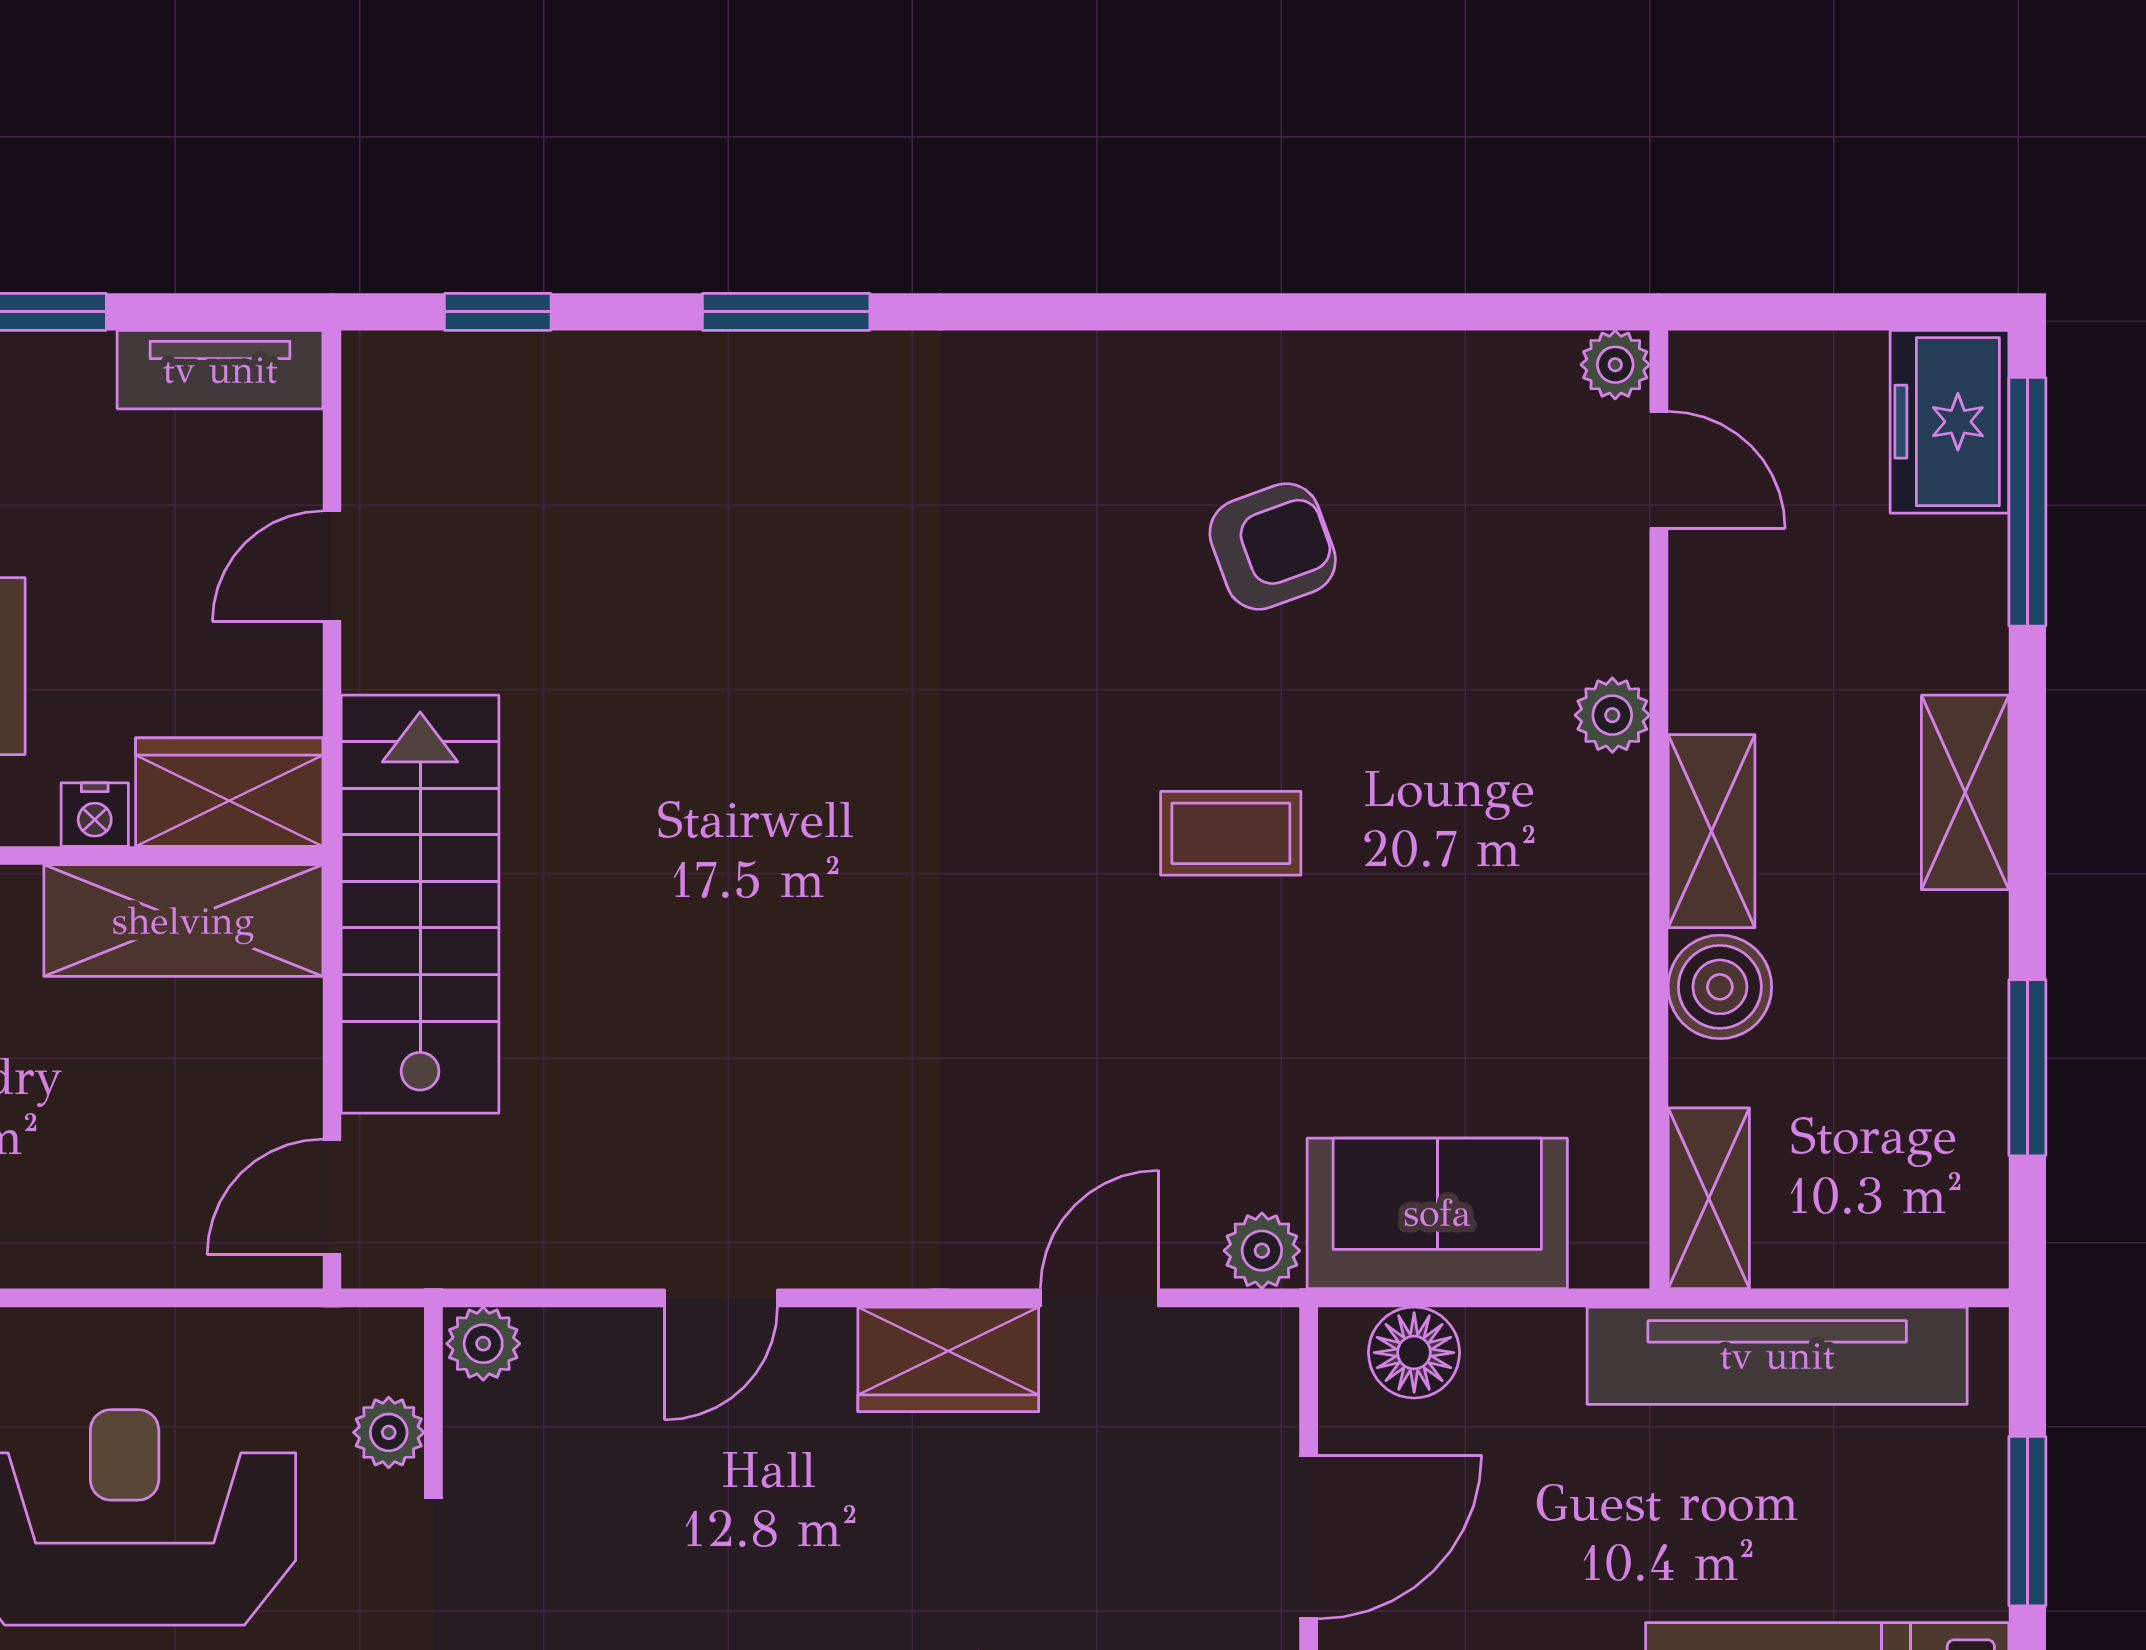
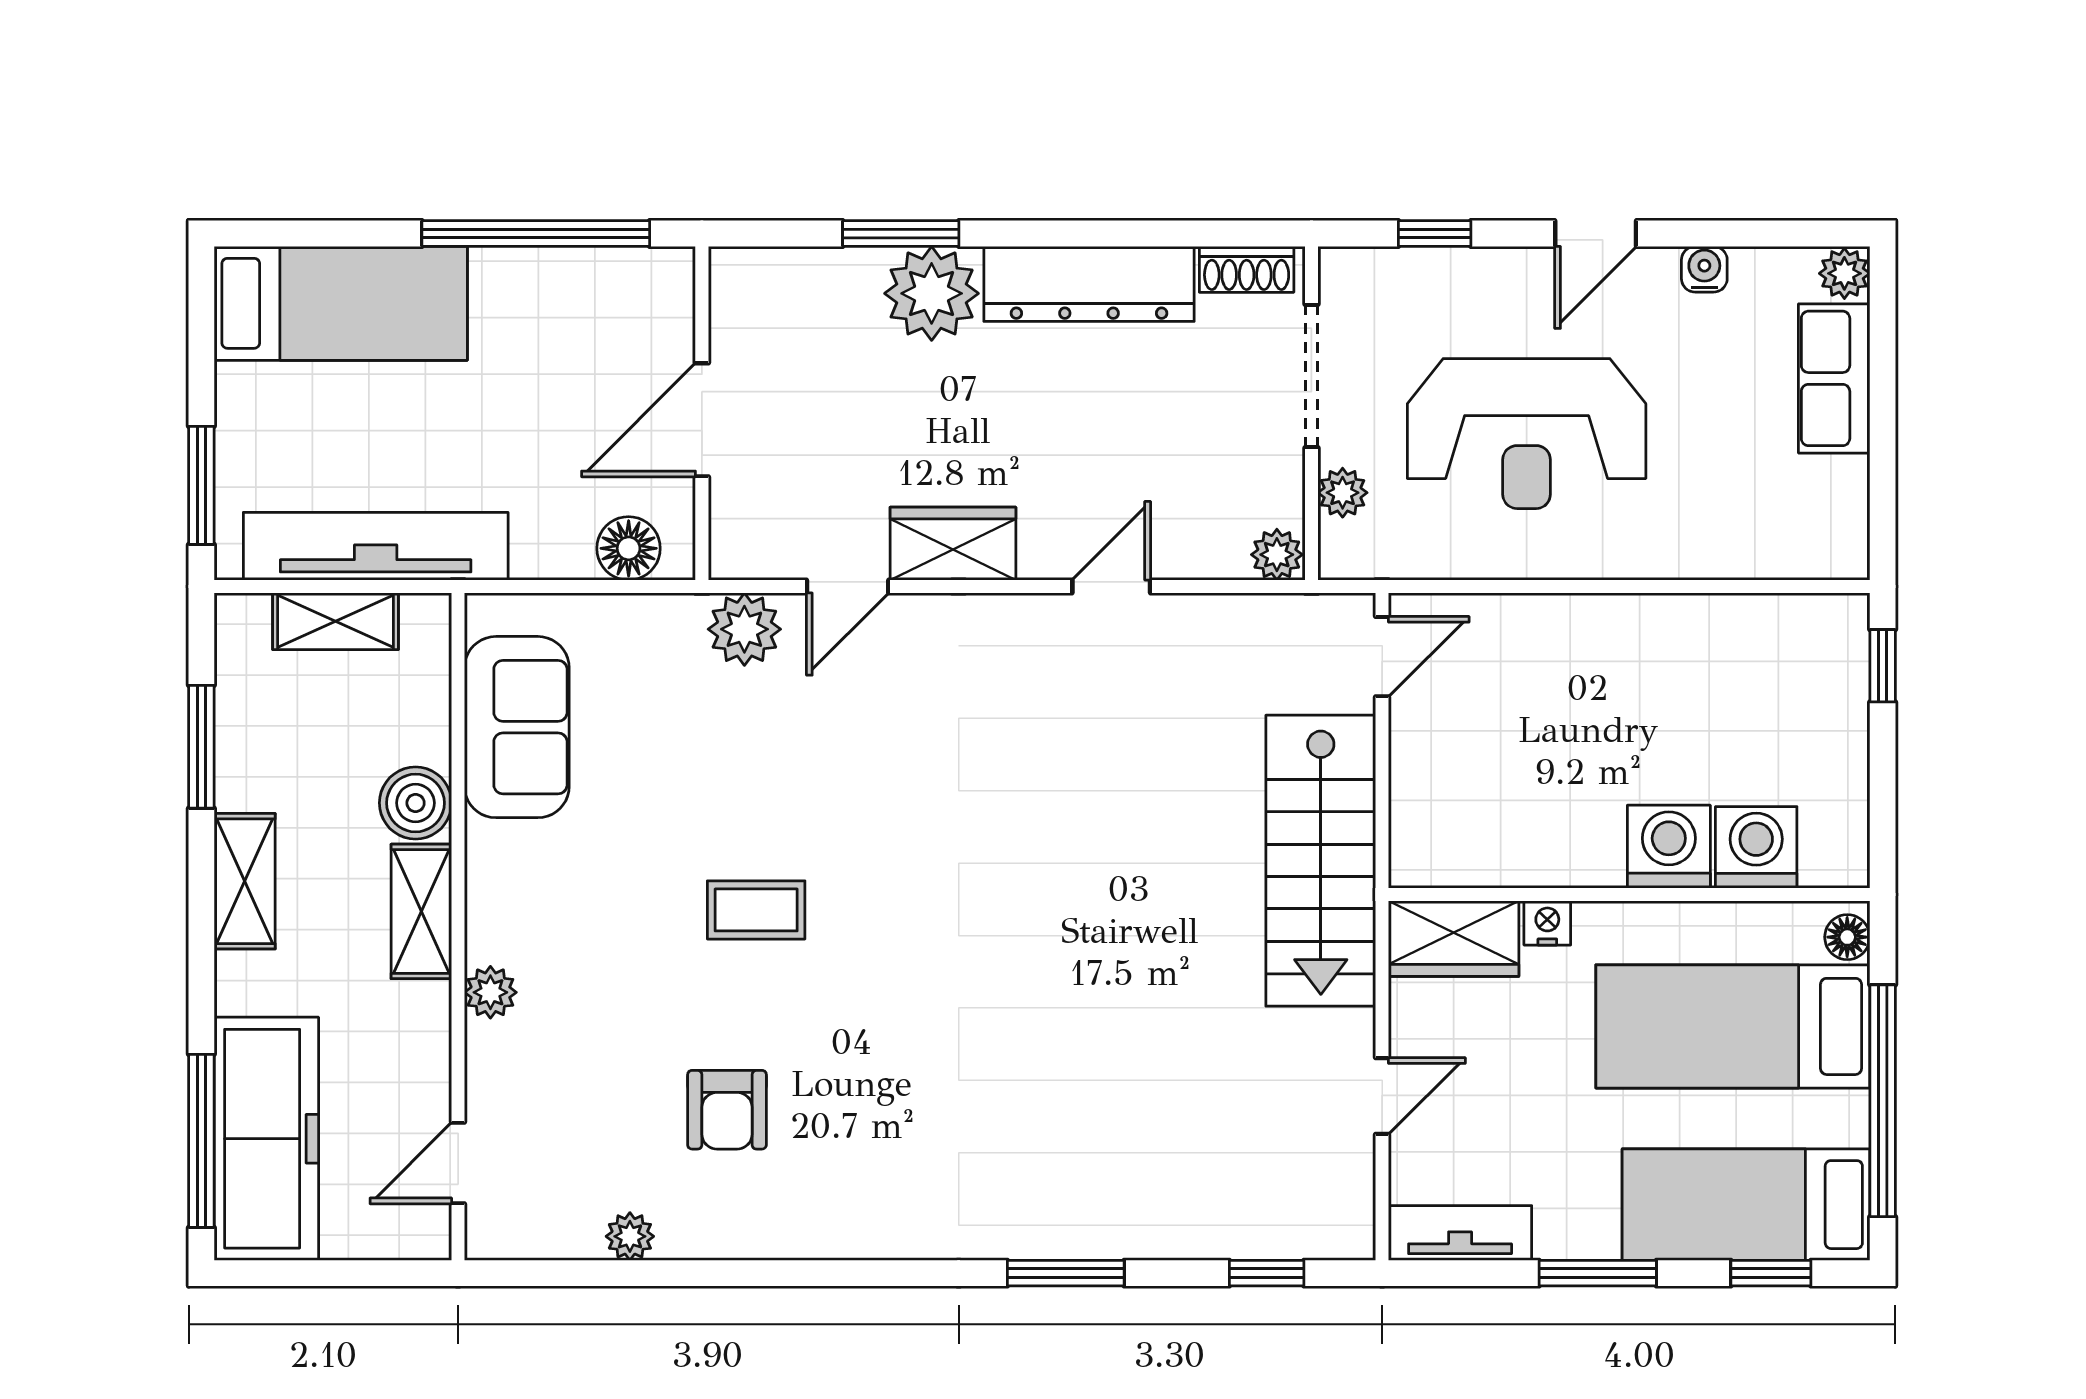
plant: (1615, 365) -> (630, 1236), moved
freezer: (1950, 422) -> (266, 1139), width x1.91, depth x1.26
door: (1659, 470) -> (458, 1163), hinge flipped
armchair: (1273, 546) -> (727, 1110), turned -70
shelving: (1965, 792) -> (245, 881), moved
shelving: (183, 921) -> (1486, 849), removed
shelving: (1709, 1198) -> (335, 621), moved, turned 90
sofa: (1437, 1213) -> (517, 727), moved, turned -90
plant: (1262, 1251) -> (744, 629), width x1.38, depth x1.38
window: (2027, 1521) -> (201, 485), moved

